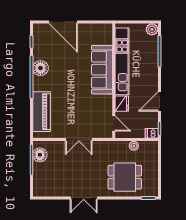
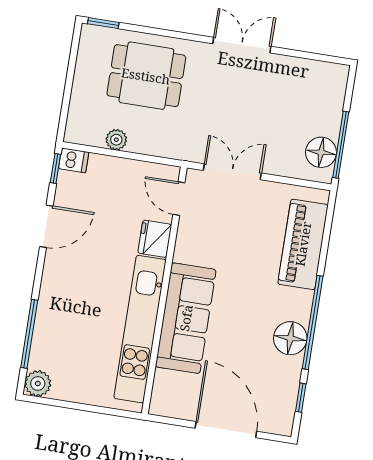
kitchen unit: (122, 61) -> (140, 329), moved
sofa: (102, 70) -> (186, 318), moved
wall: (114, 81) -> (164, 290), moved
fridge: (122, 104) -> (155, 239), moved
door: (114, 124) -> (179, 199), moved

